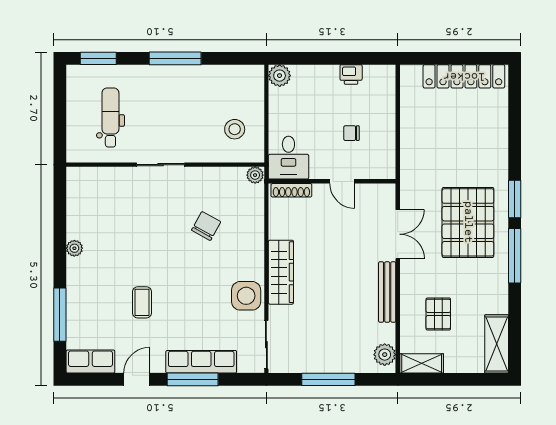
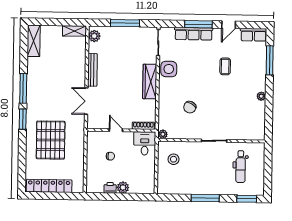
plant: (280, 76) -> (123, 187), moved
pallet: (468, 222) -> (51, 140), moved
pallet: (438, 314) -> (65, 58), removed

